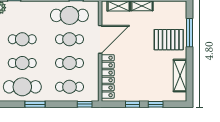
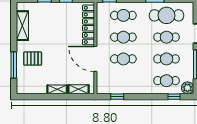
cafe table: (69, 15) -> (167, 81), moved, width x0.73, depth x0.74
door: (100, 39) -> (95, 59), hinge flipped
pallet: (169, 40) -> (33, 59), width x0.67, depth x0.71

